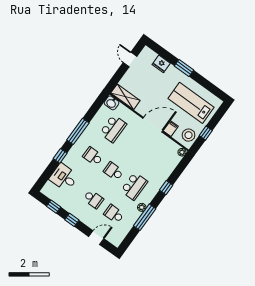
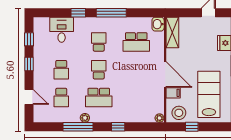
school desk: (114, 214) -> (61, 97), turned 180

